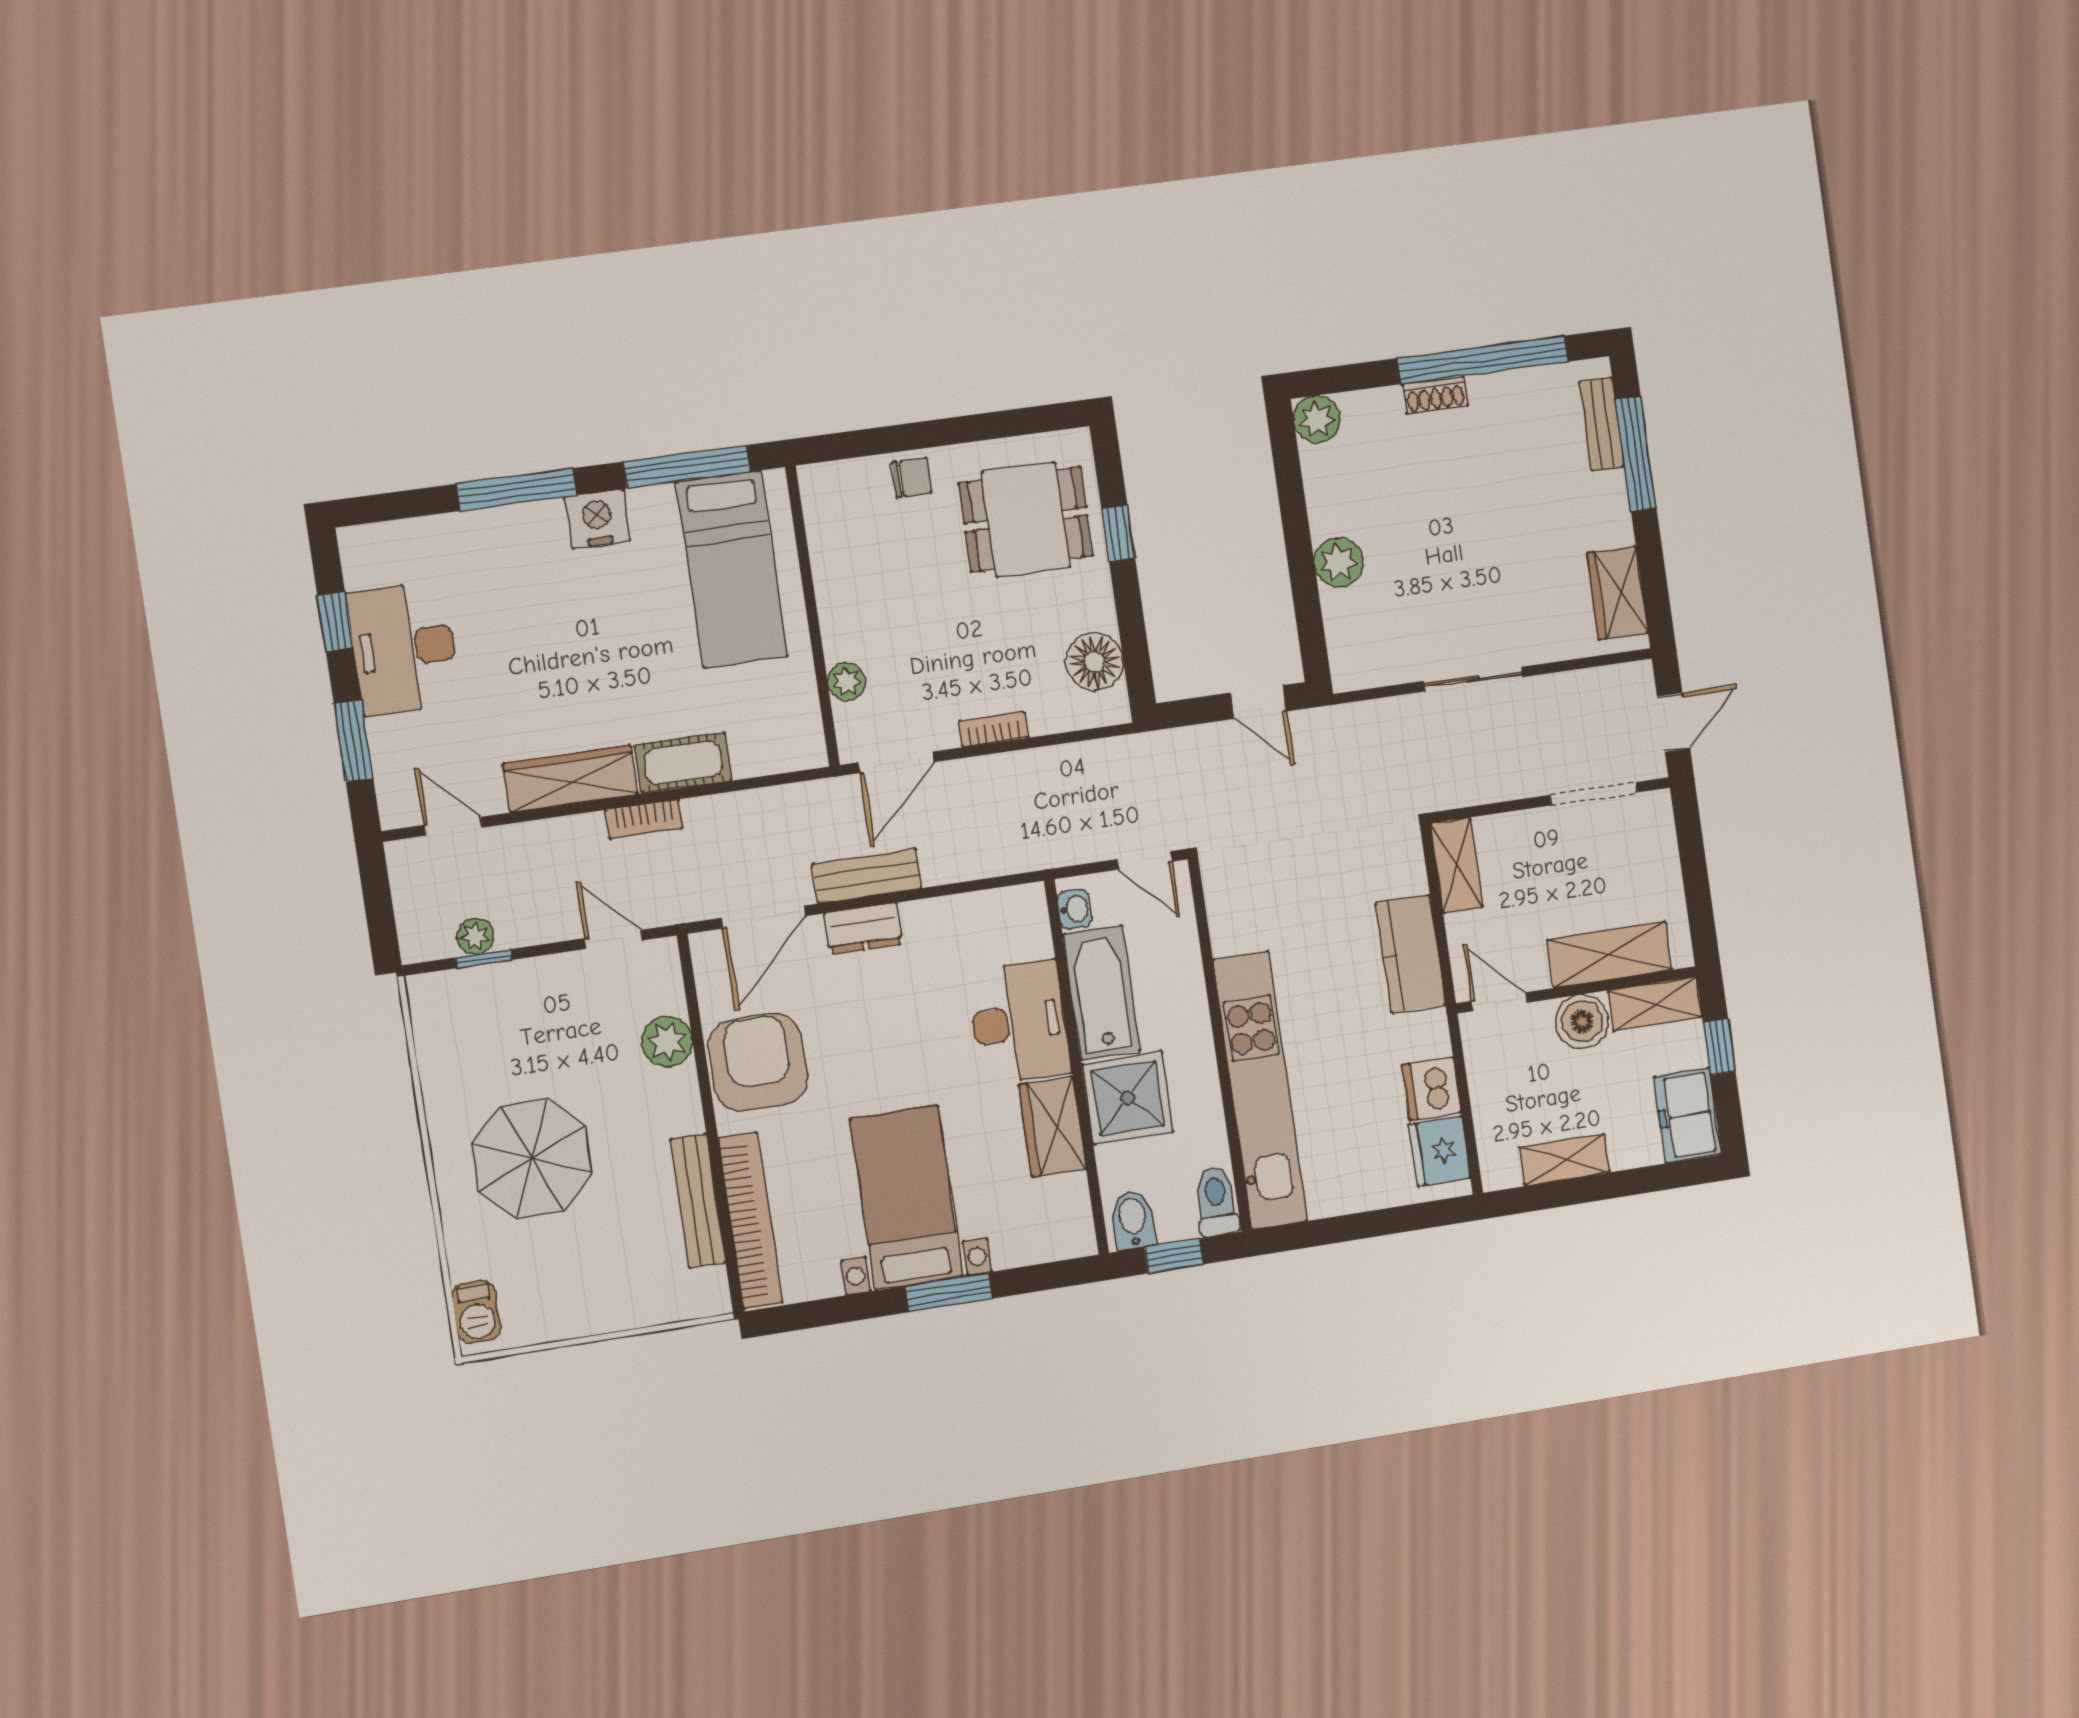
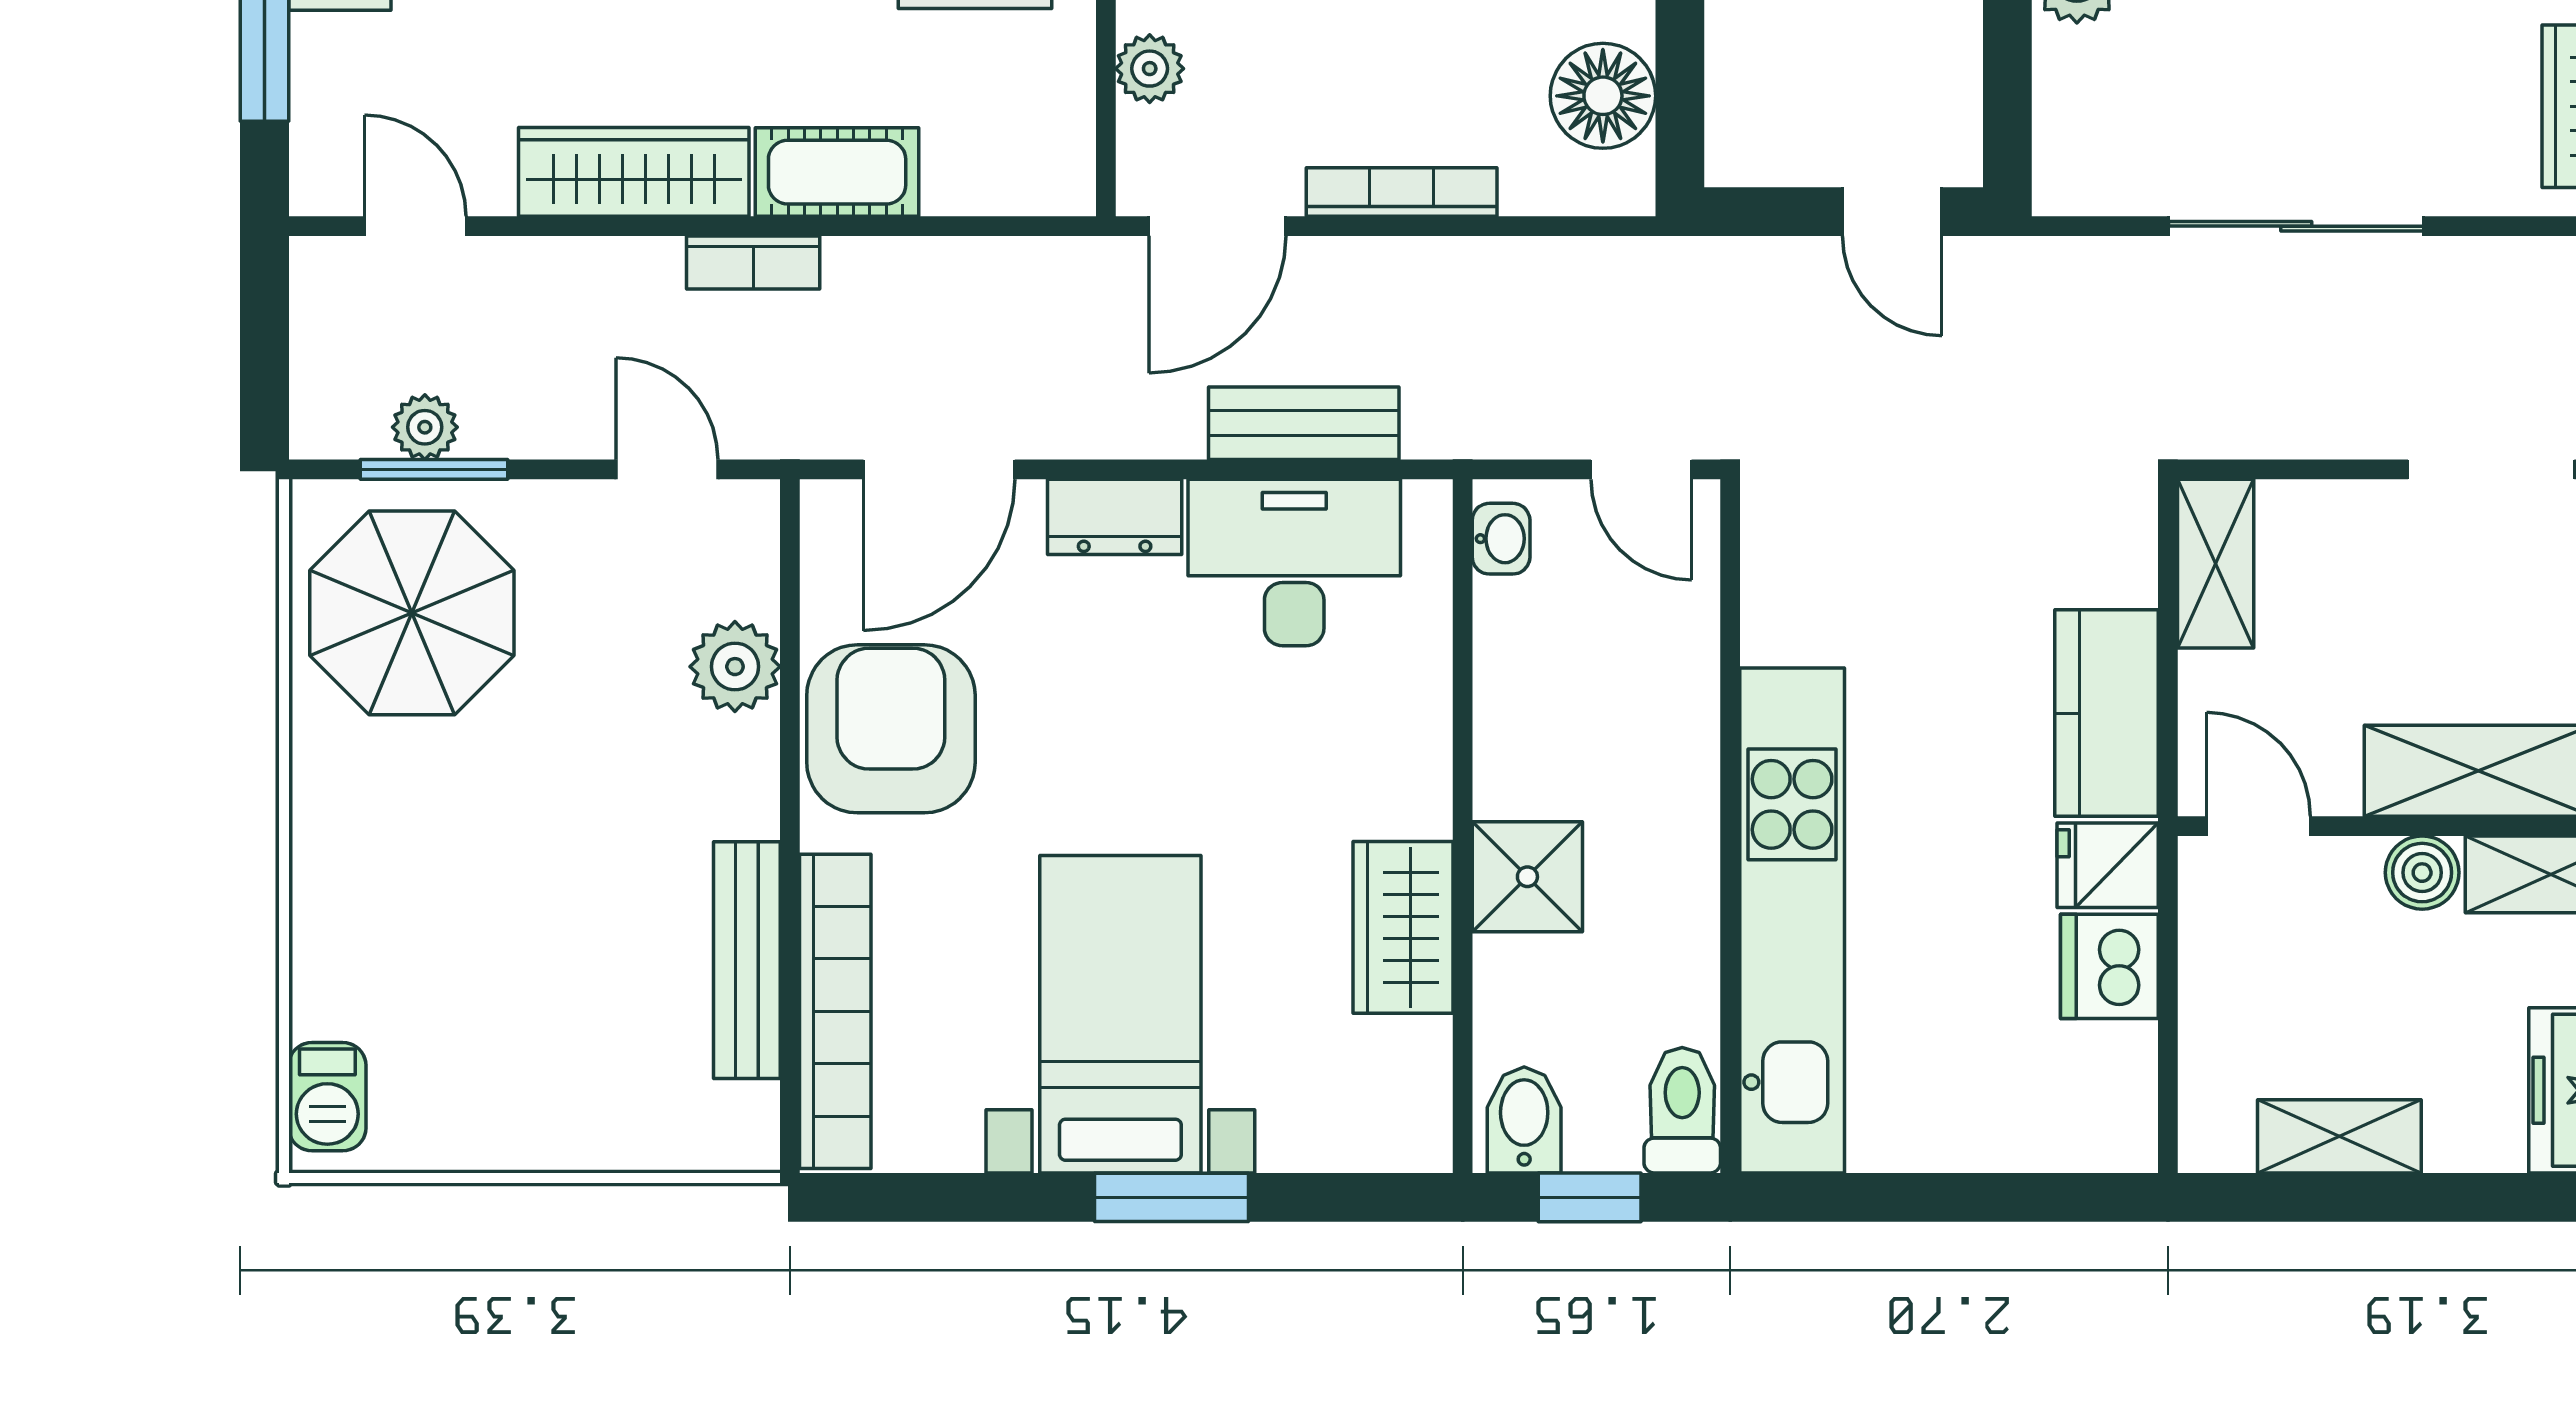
sliding door: (1473, 679) -> (2296, 226), width x1.37
bookcase: (994, 729) -> (1402, 192), width x1.56
bench: (867, 876) -> (1304, 423), moved
window: (484, 959) -> (434, 469), width x1.50
bathtub: (1101, 993) -> (1528, 698), removed
boiler: (1582, 1021) -> (2422, 873), width x0.73, depth x0.73
desk: (1019, 1022) -> (1294, 562), moved, turned -90
shower: (1128, 1098) -> (1527, 877), width x0.73, depth x0.73
fridge: (1439, 1151) -> (2108, 865), moved, width x0.72
parasol: (532, 1158) -> (412, 613), moved

